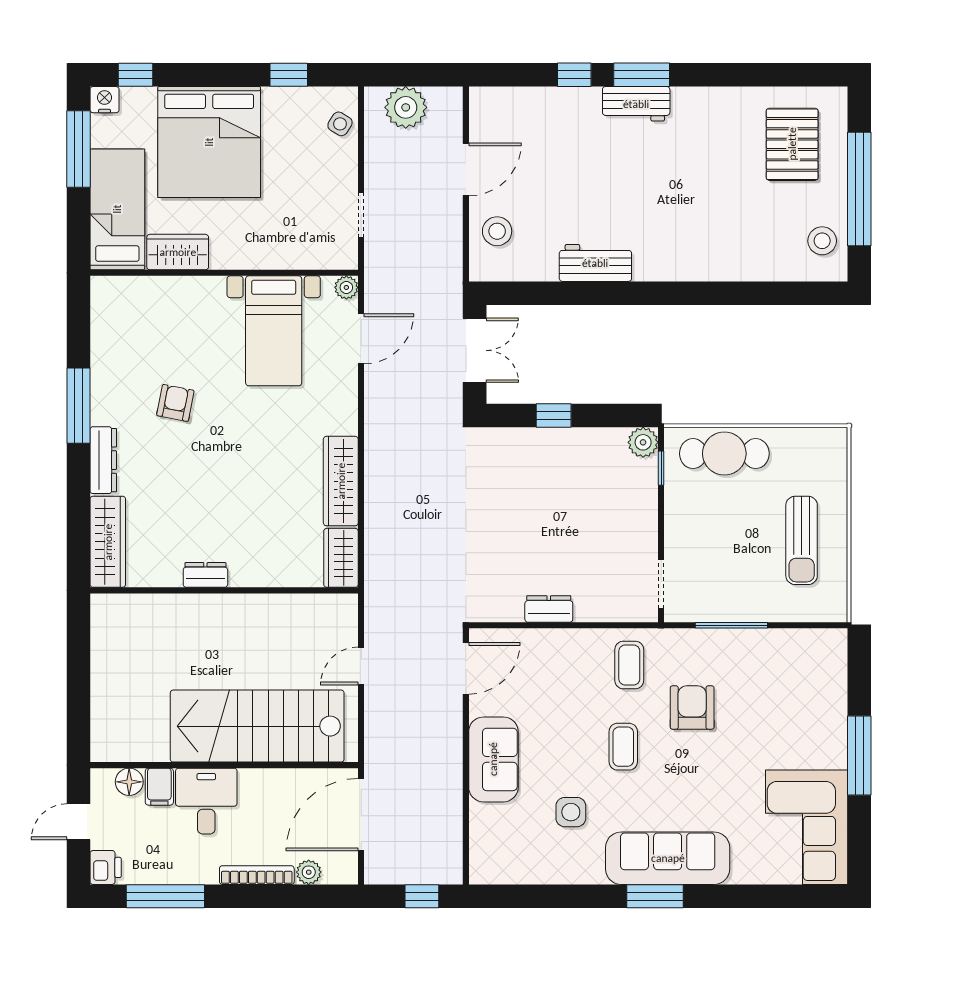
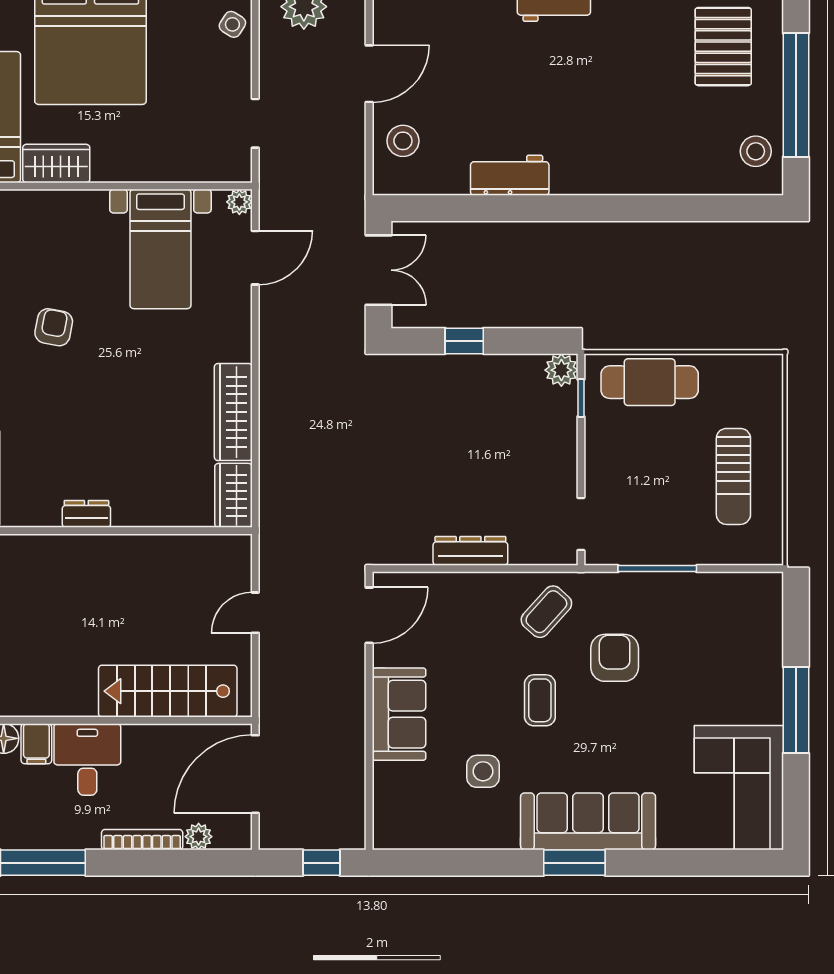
dresser: (549, 609) -> (470, 551), width x1.44
coffee table: (629, 665) -> (546, 612), turned 42
stairs: (257, 726) -> (168, 691), width x0.73, depth x0.66

